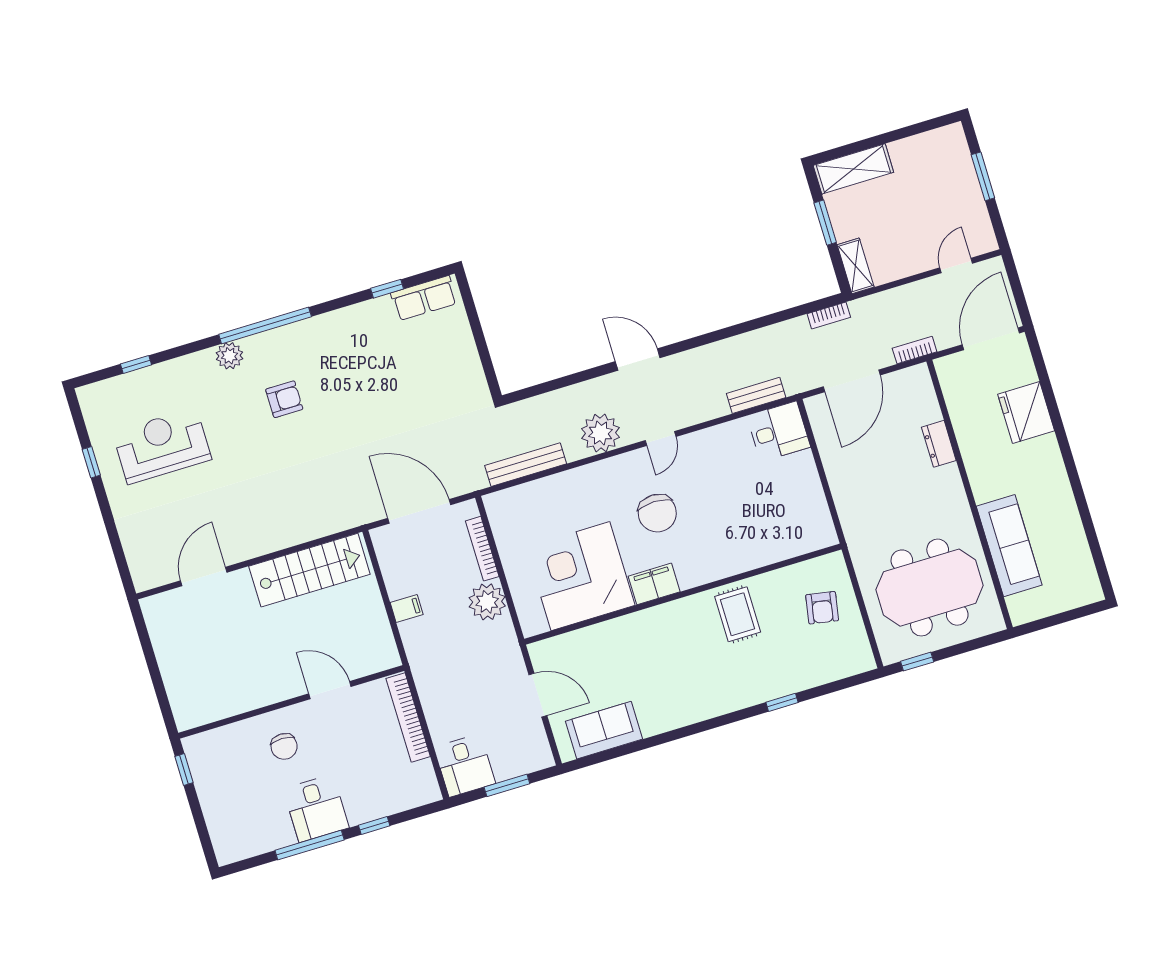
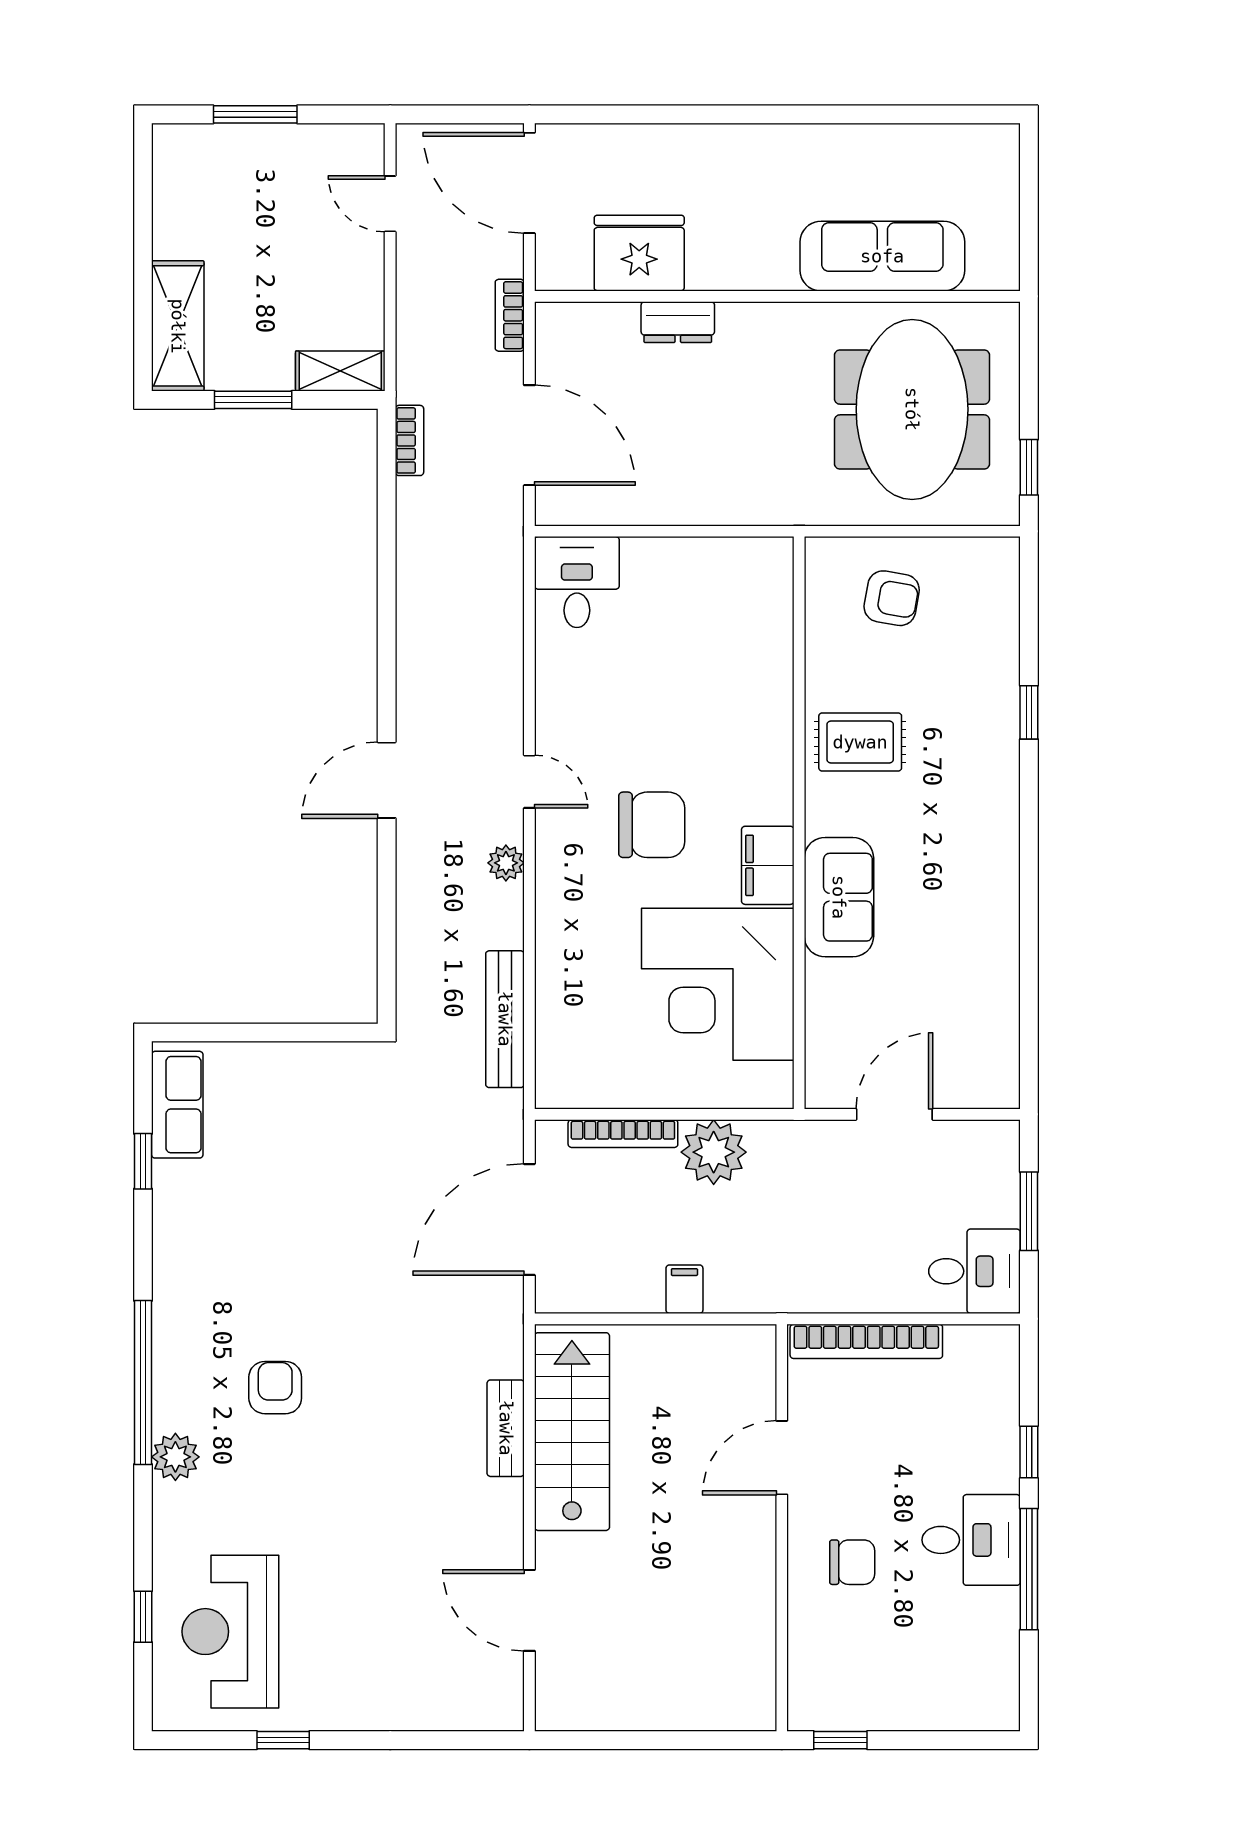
bench: (756, 395) -> (506, 1428), moved
fridge: (1026, 413) -> (639, 253), moved, turned 180
plant: (601, 433) -> (506, 863), width x0.53, depth x0.53
reception desk: (162, 446) -> (230, 1632), moved
sofa: (604, 730) -> (839, 897), moved, turned 180

